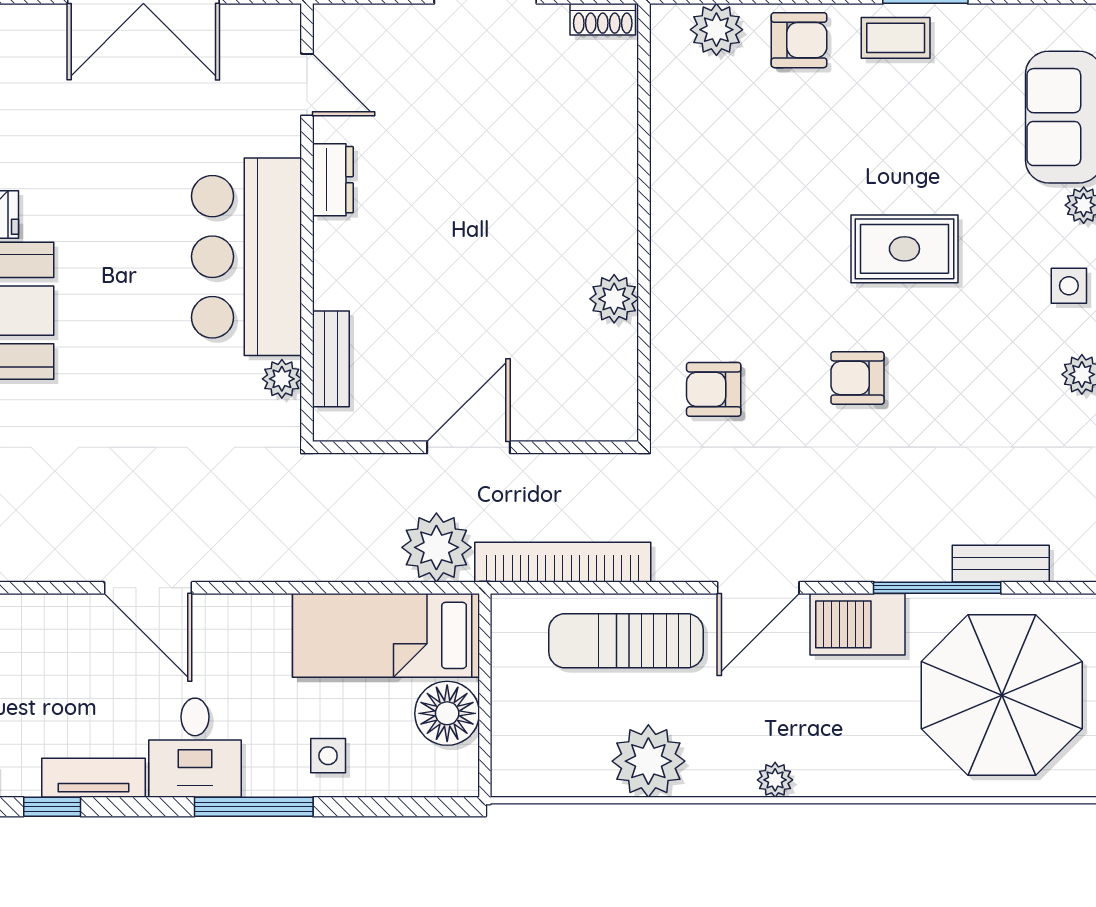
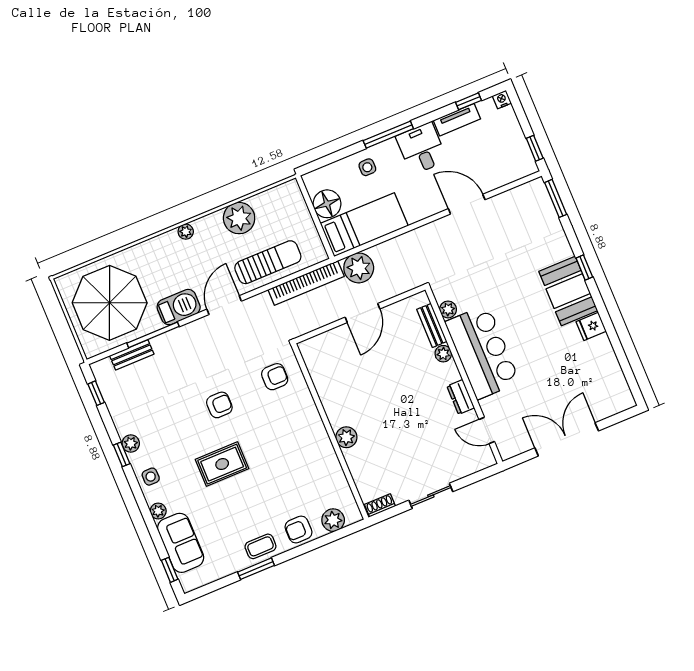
plant: (332, 288) -> (443, 354), added
plant: (614, 299) -> (346, 437), moved

